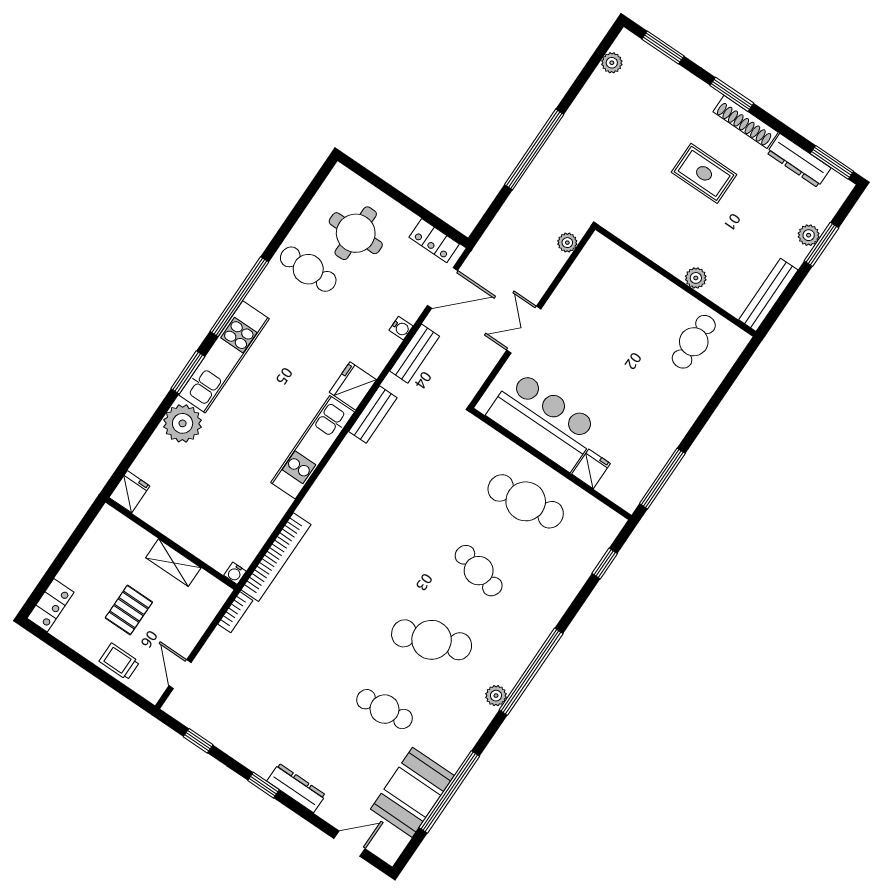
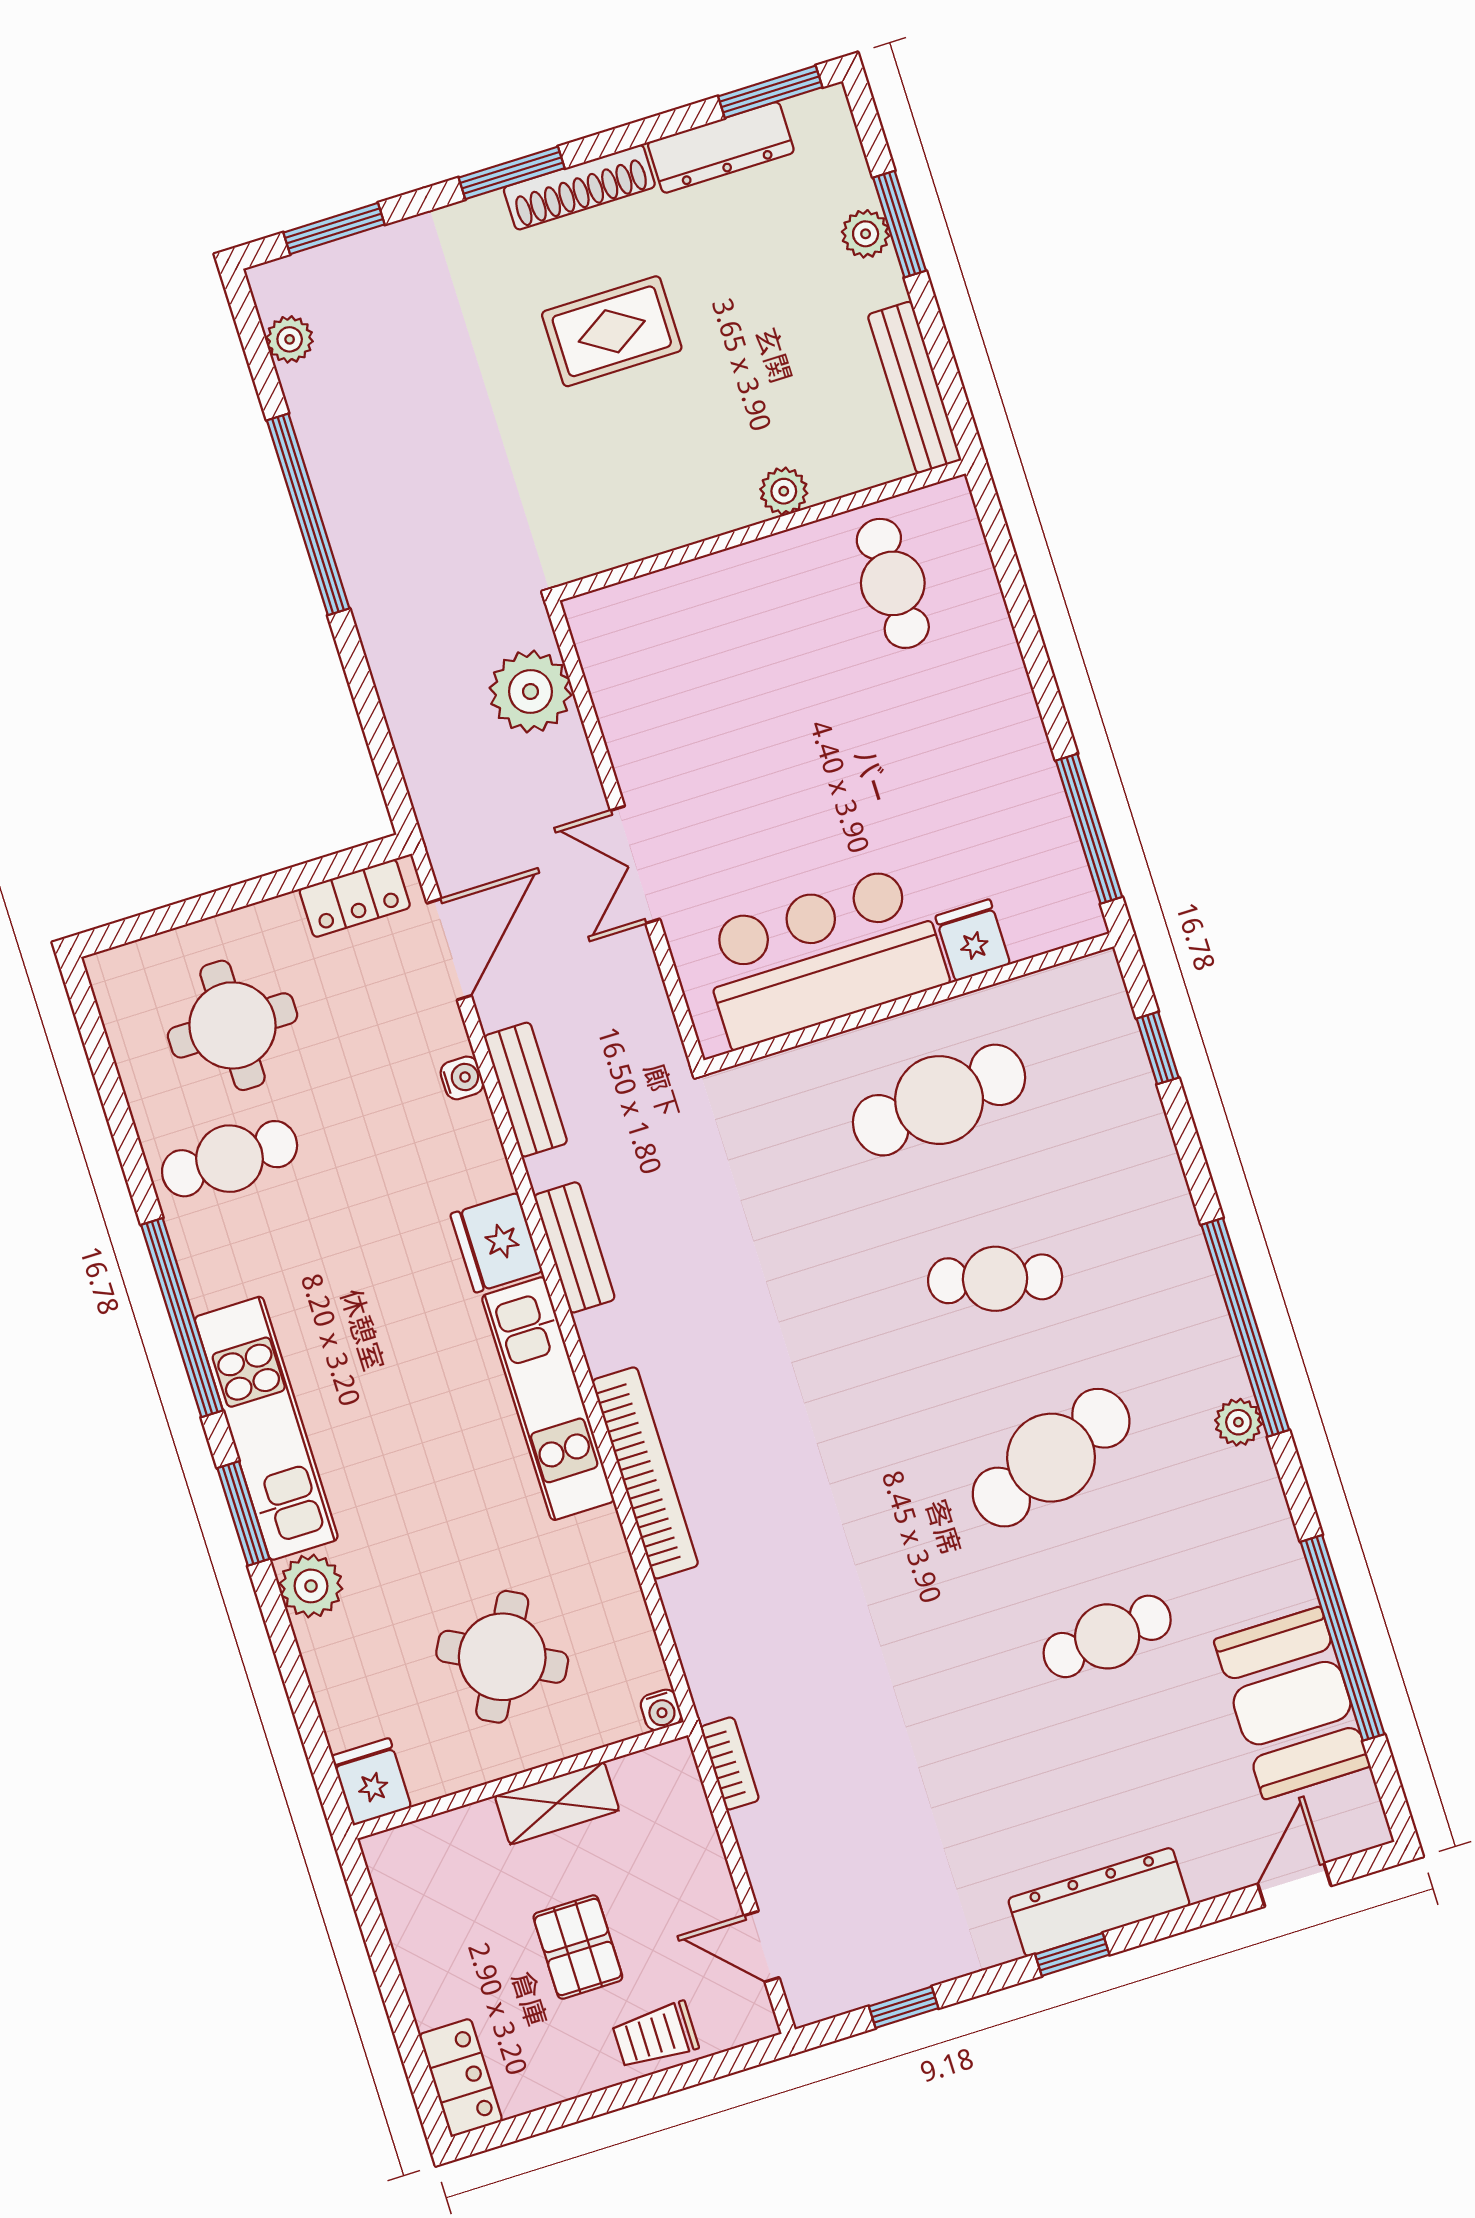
window: (534, 149) -> (308, 514), moved
plant: (567, 243) -> (530, 691), width x1.88, depth x1.88
plant: (183, 423) -> (311, 1586), width x0.73, depth x0.73
round table: (209, 503) -> (502, 1657), added
bookcase: (276, 557) -> (645, 1473), moved
dresser: (296, 788) -> (1099, 1902), width x1.37, depth x1.24

